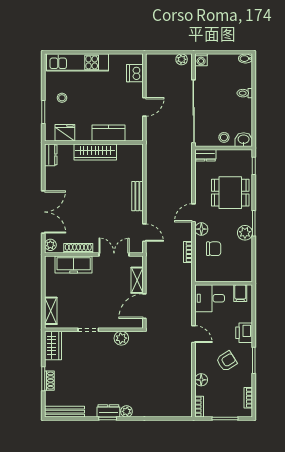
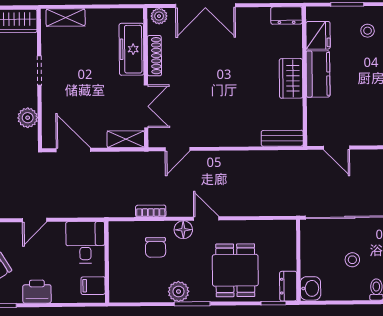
door: (144, 107) -> (337, 148), moved
kitchen counter: (109, 133) -> (318, 74), moved
stool: (224, 137) -> (352, 260), moved
wardrobe: (95, 152) -> (291, 78), width x0.67
dresser: (205, 155) -> (288, 286), moved
bench: (137, 196) -> (282, 138), moved
shelving: (137, 280) -> (126, 139), moved

